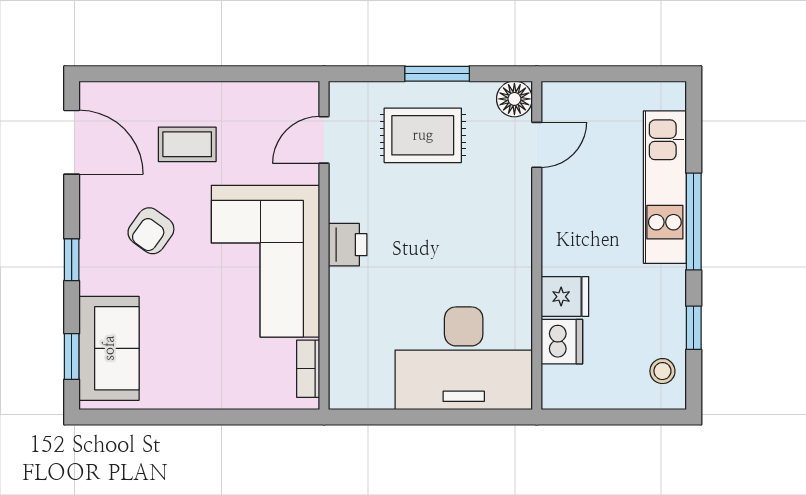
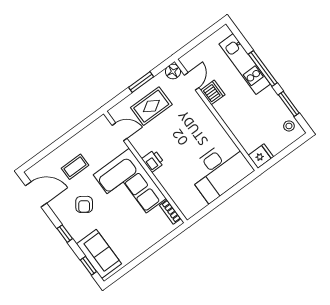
door: (324, 140) -> (120, 132), swing flipped
fridge: (565, 297) -> (261, 156), moved
window: (694, 328) -> (289, 104), width x1.50
dishwasher: (562, 342) -> (213, 92), moved

